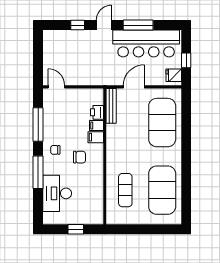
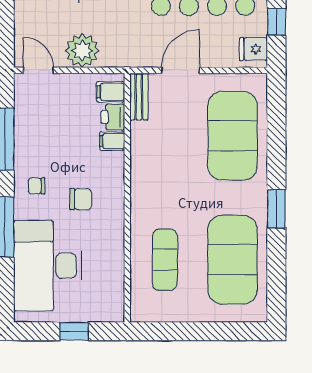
plant: (80, 76) -> (82, 51), added
bench: (111, 106) -> (139, 97), width x0.73
filing cabinet: (96, 137) -> (111, 92), moved
window: (186, 162) -> (276, 209), added
desk: (57, 193) -> (48, 266), width x1.36, depth x1.30

